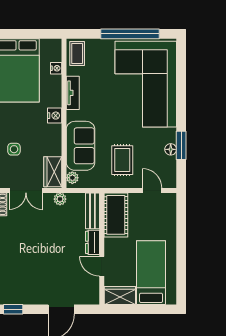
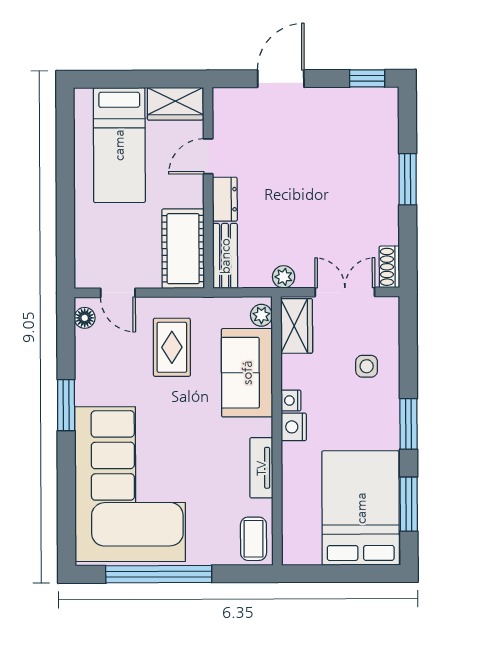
nightstand: (56, 68) -> (291, 400), moved
window: (181, 145) -> (66, 405), moved
floor lamp: (171, 149) -> (85, 318), moved
door: (102, 266) -> (208, 156), swing flipped

